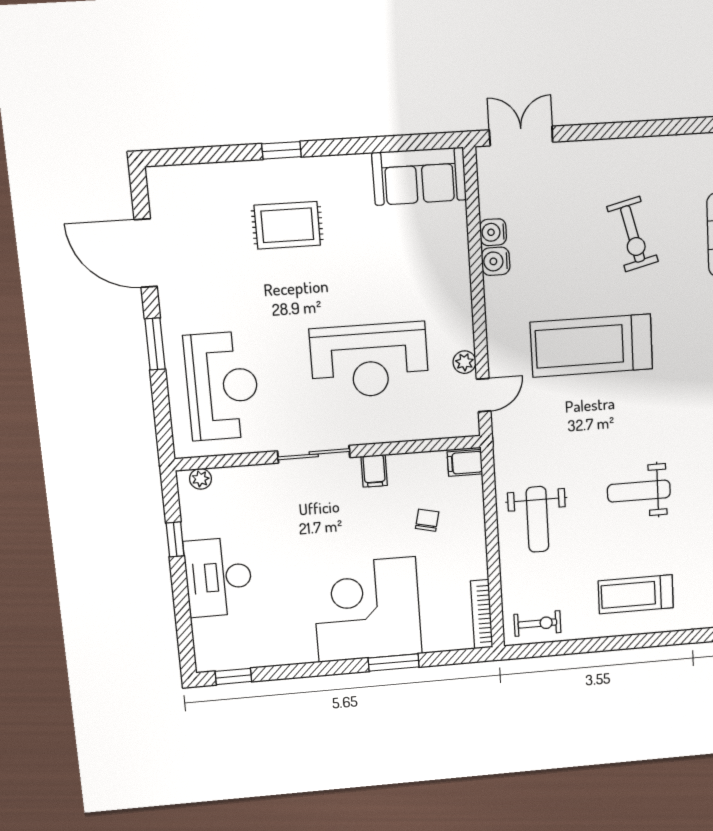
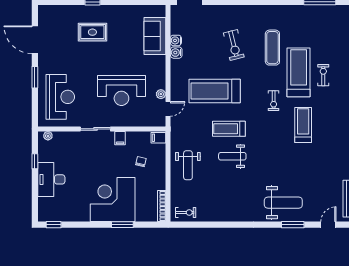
sofa: (419, 176) -> (155, 36), moved, turned 90
treadmill: (636, 594) -> (229, 129), moved

